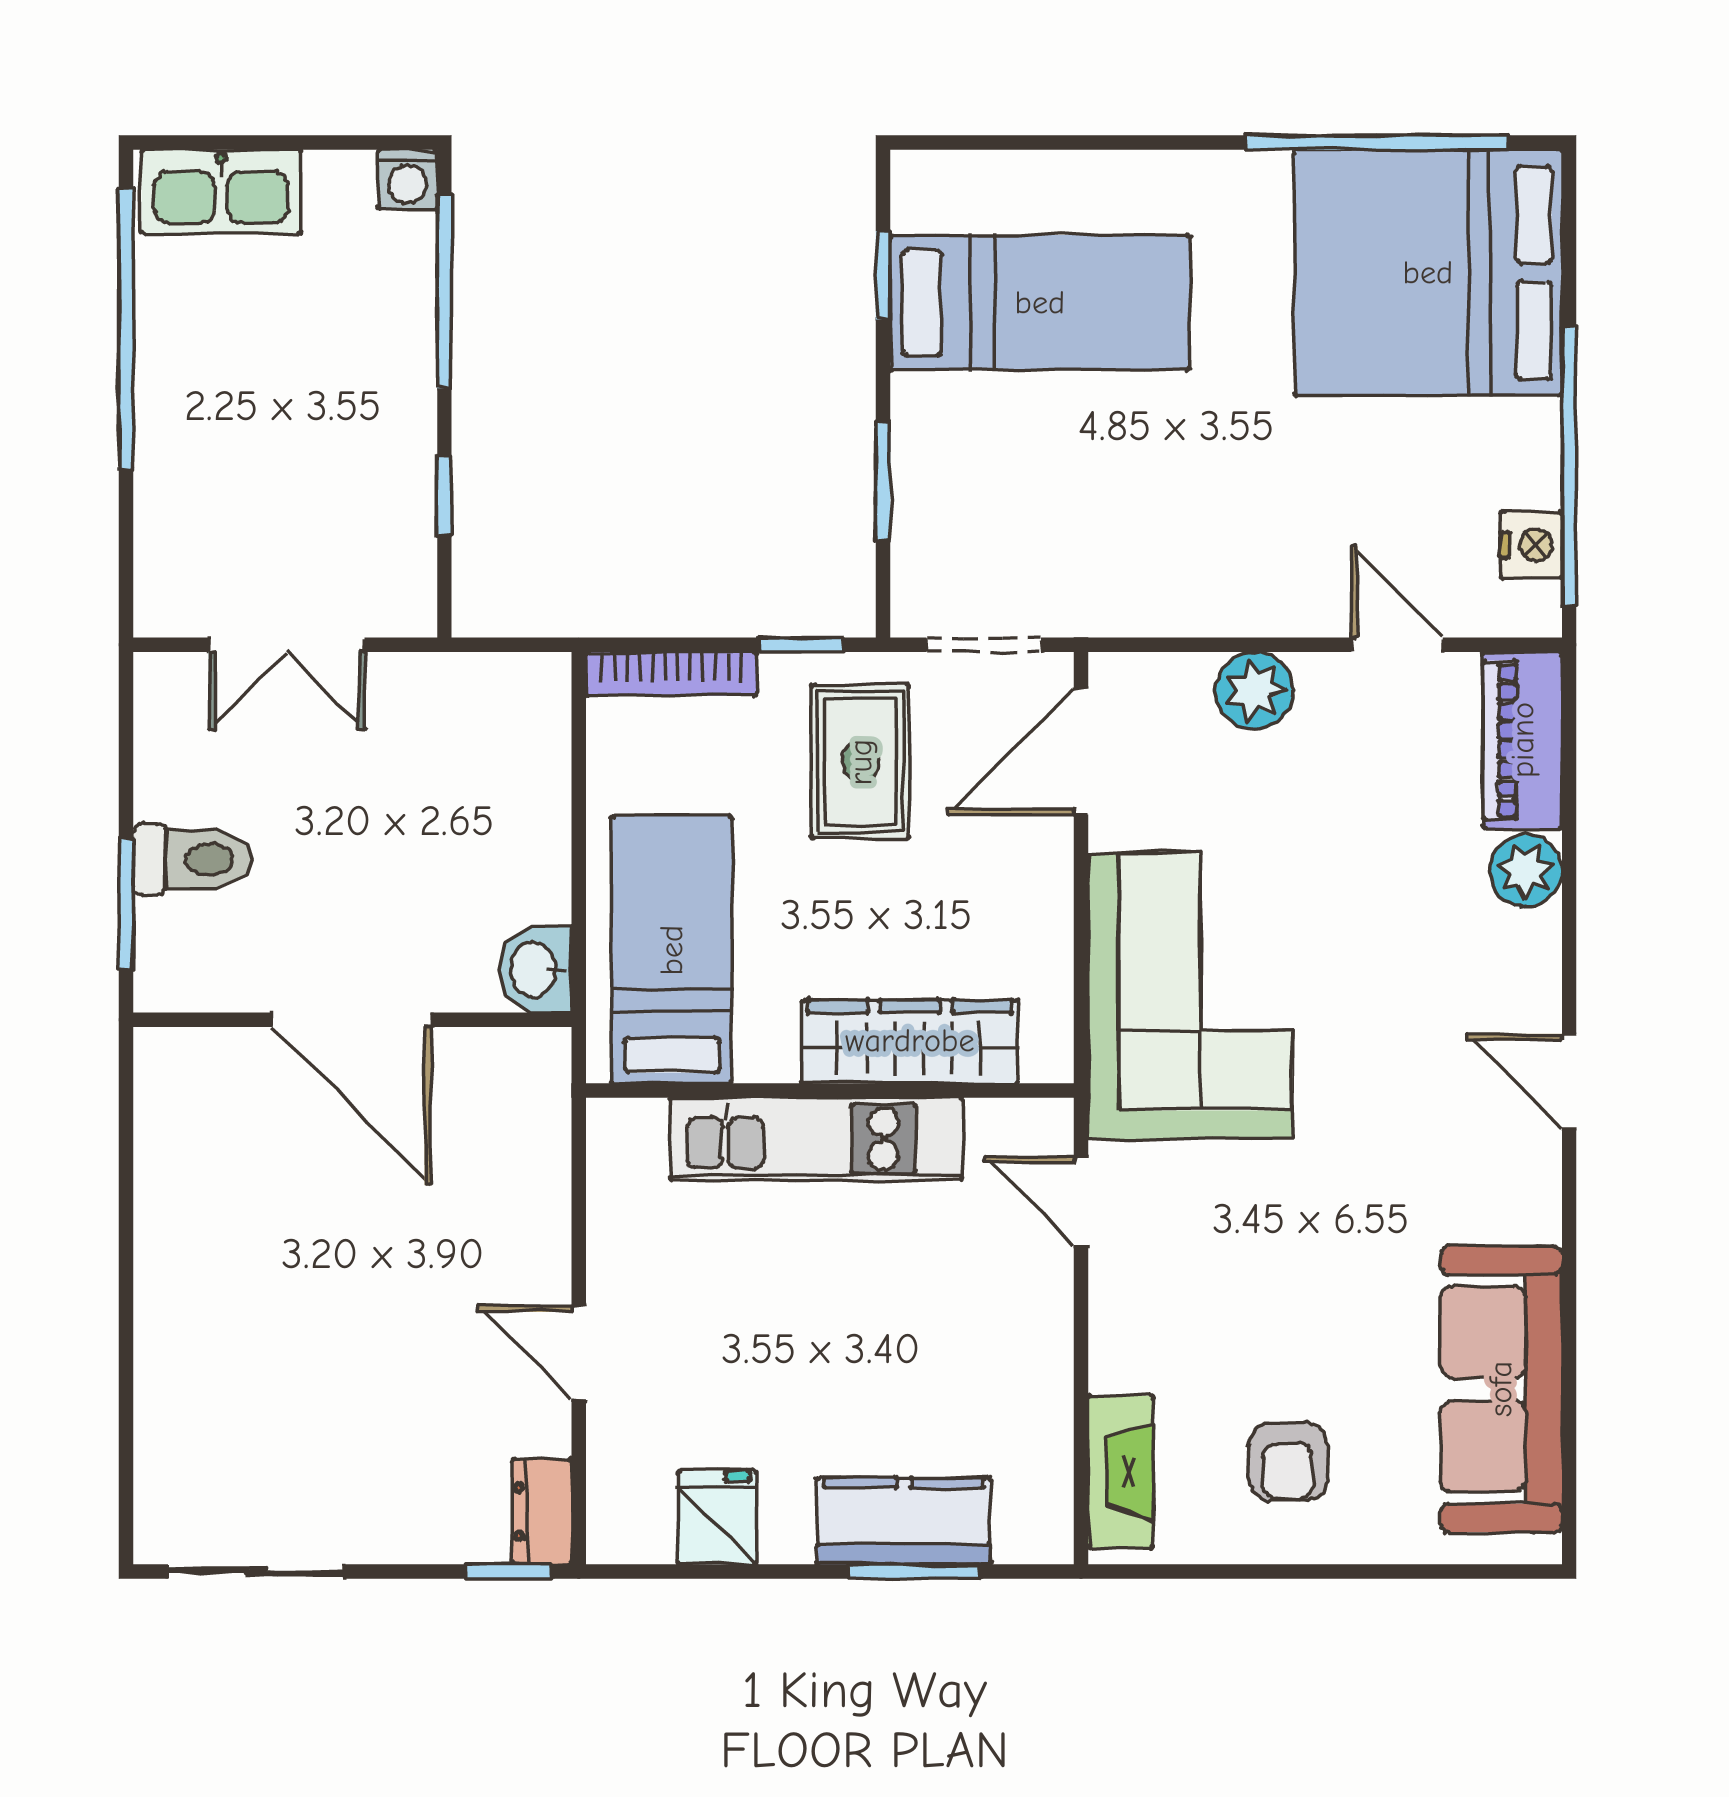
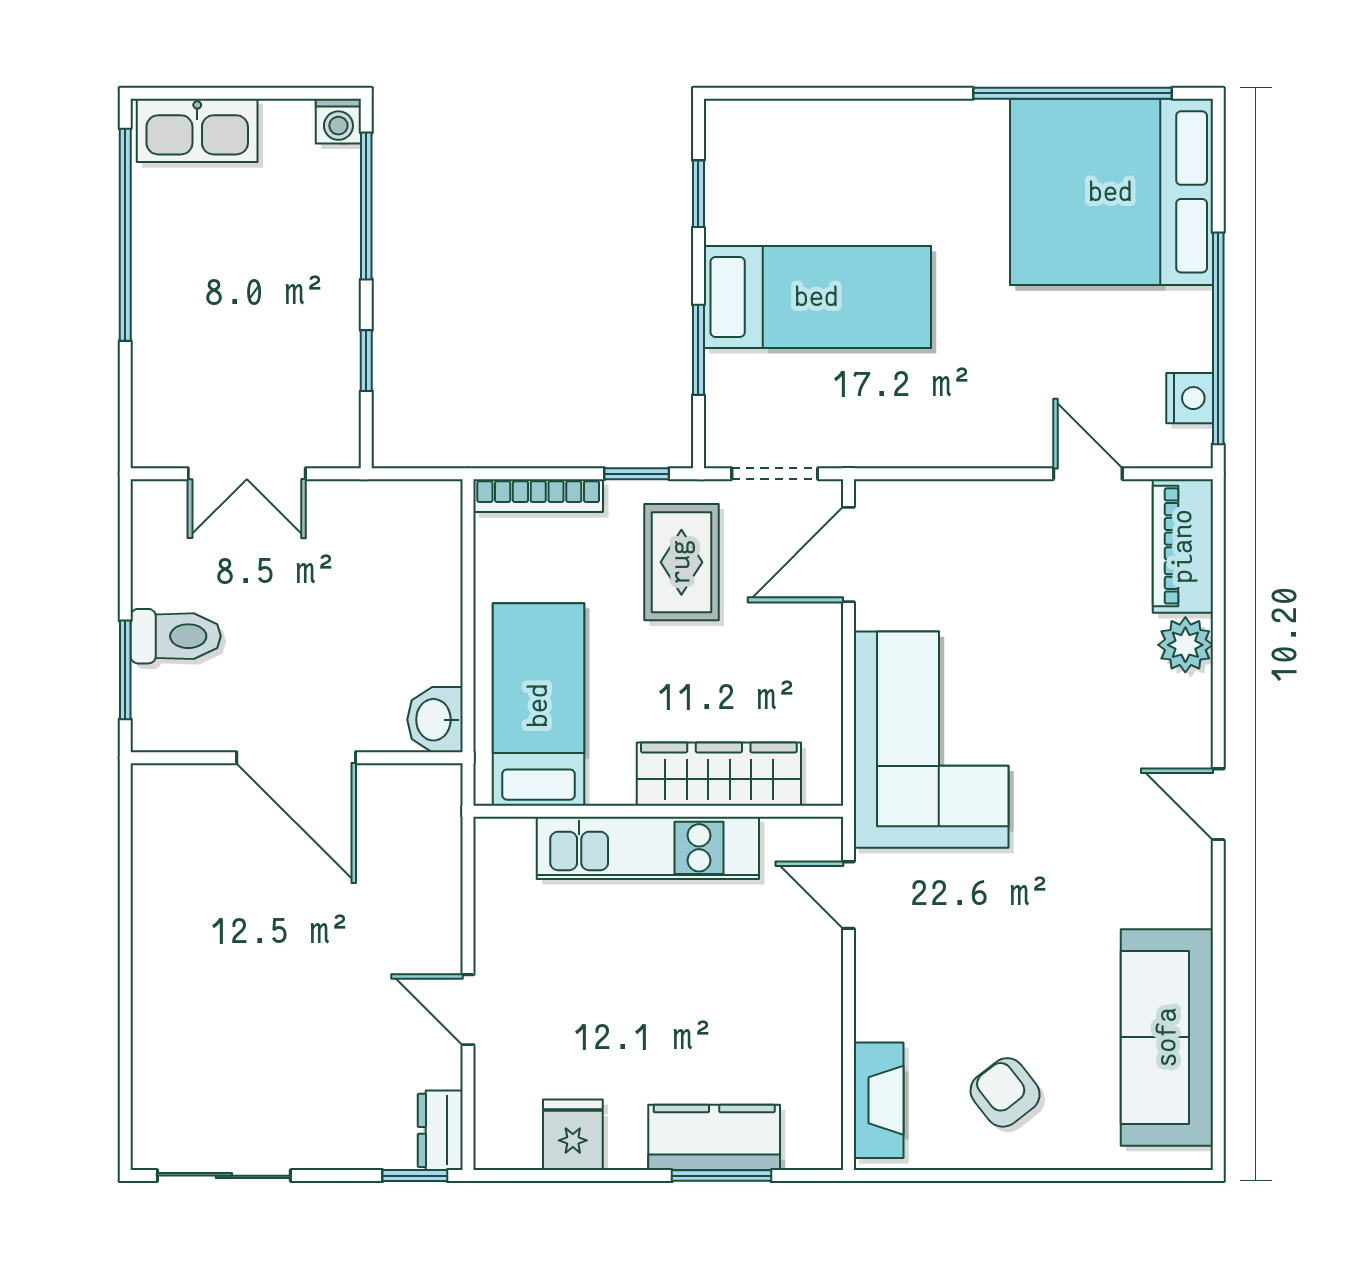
bed: (1040, 303) -> (817, 297), moved
plant: (1255, 691) -> (980, 508), removed
armchair: (1288, 1462) -> (1005, 1092), turned 142

